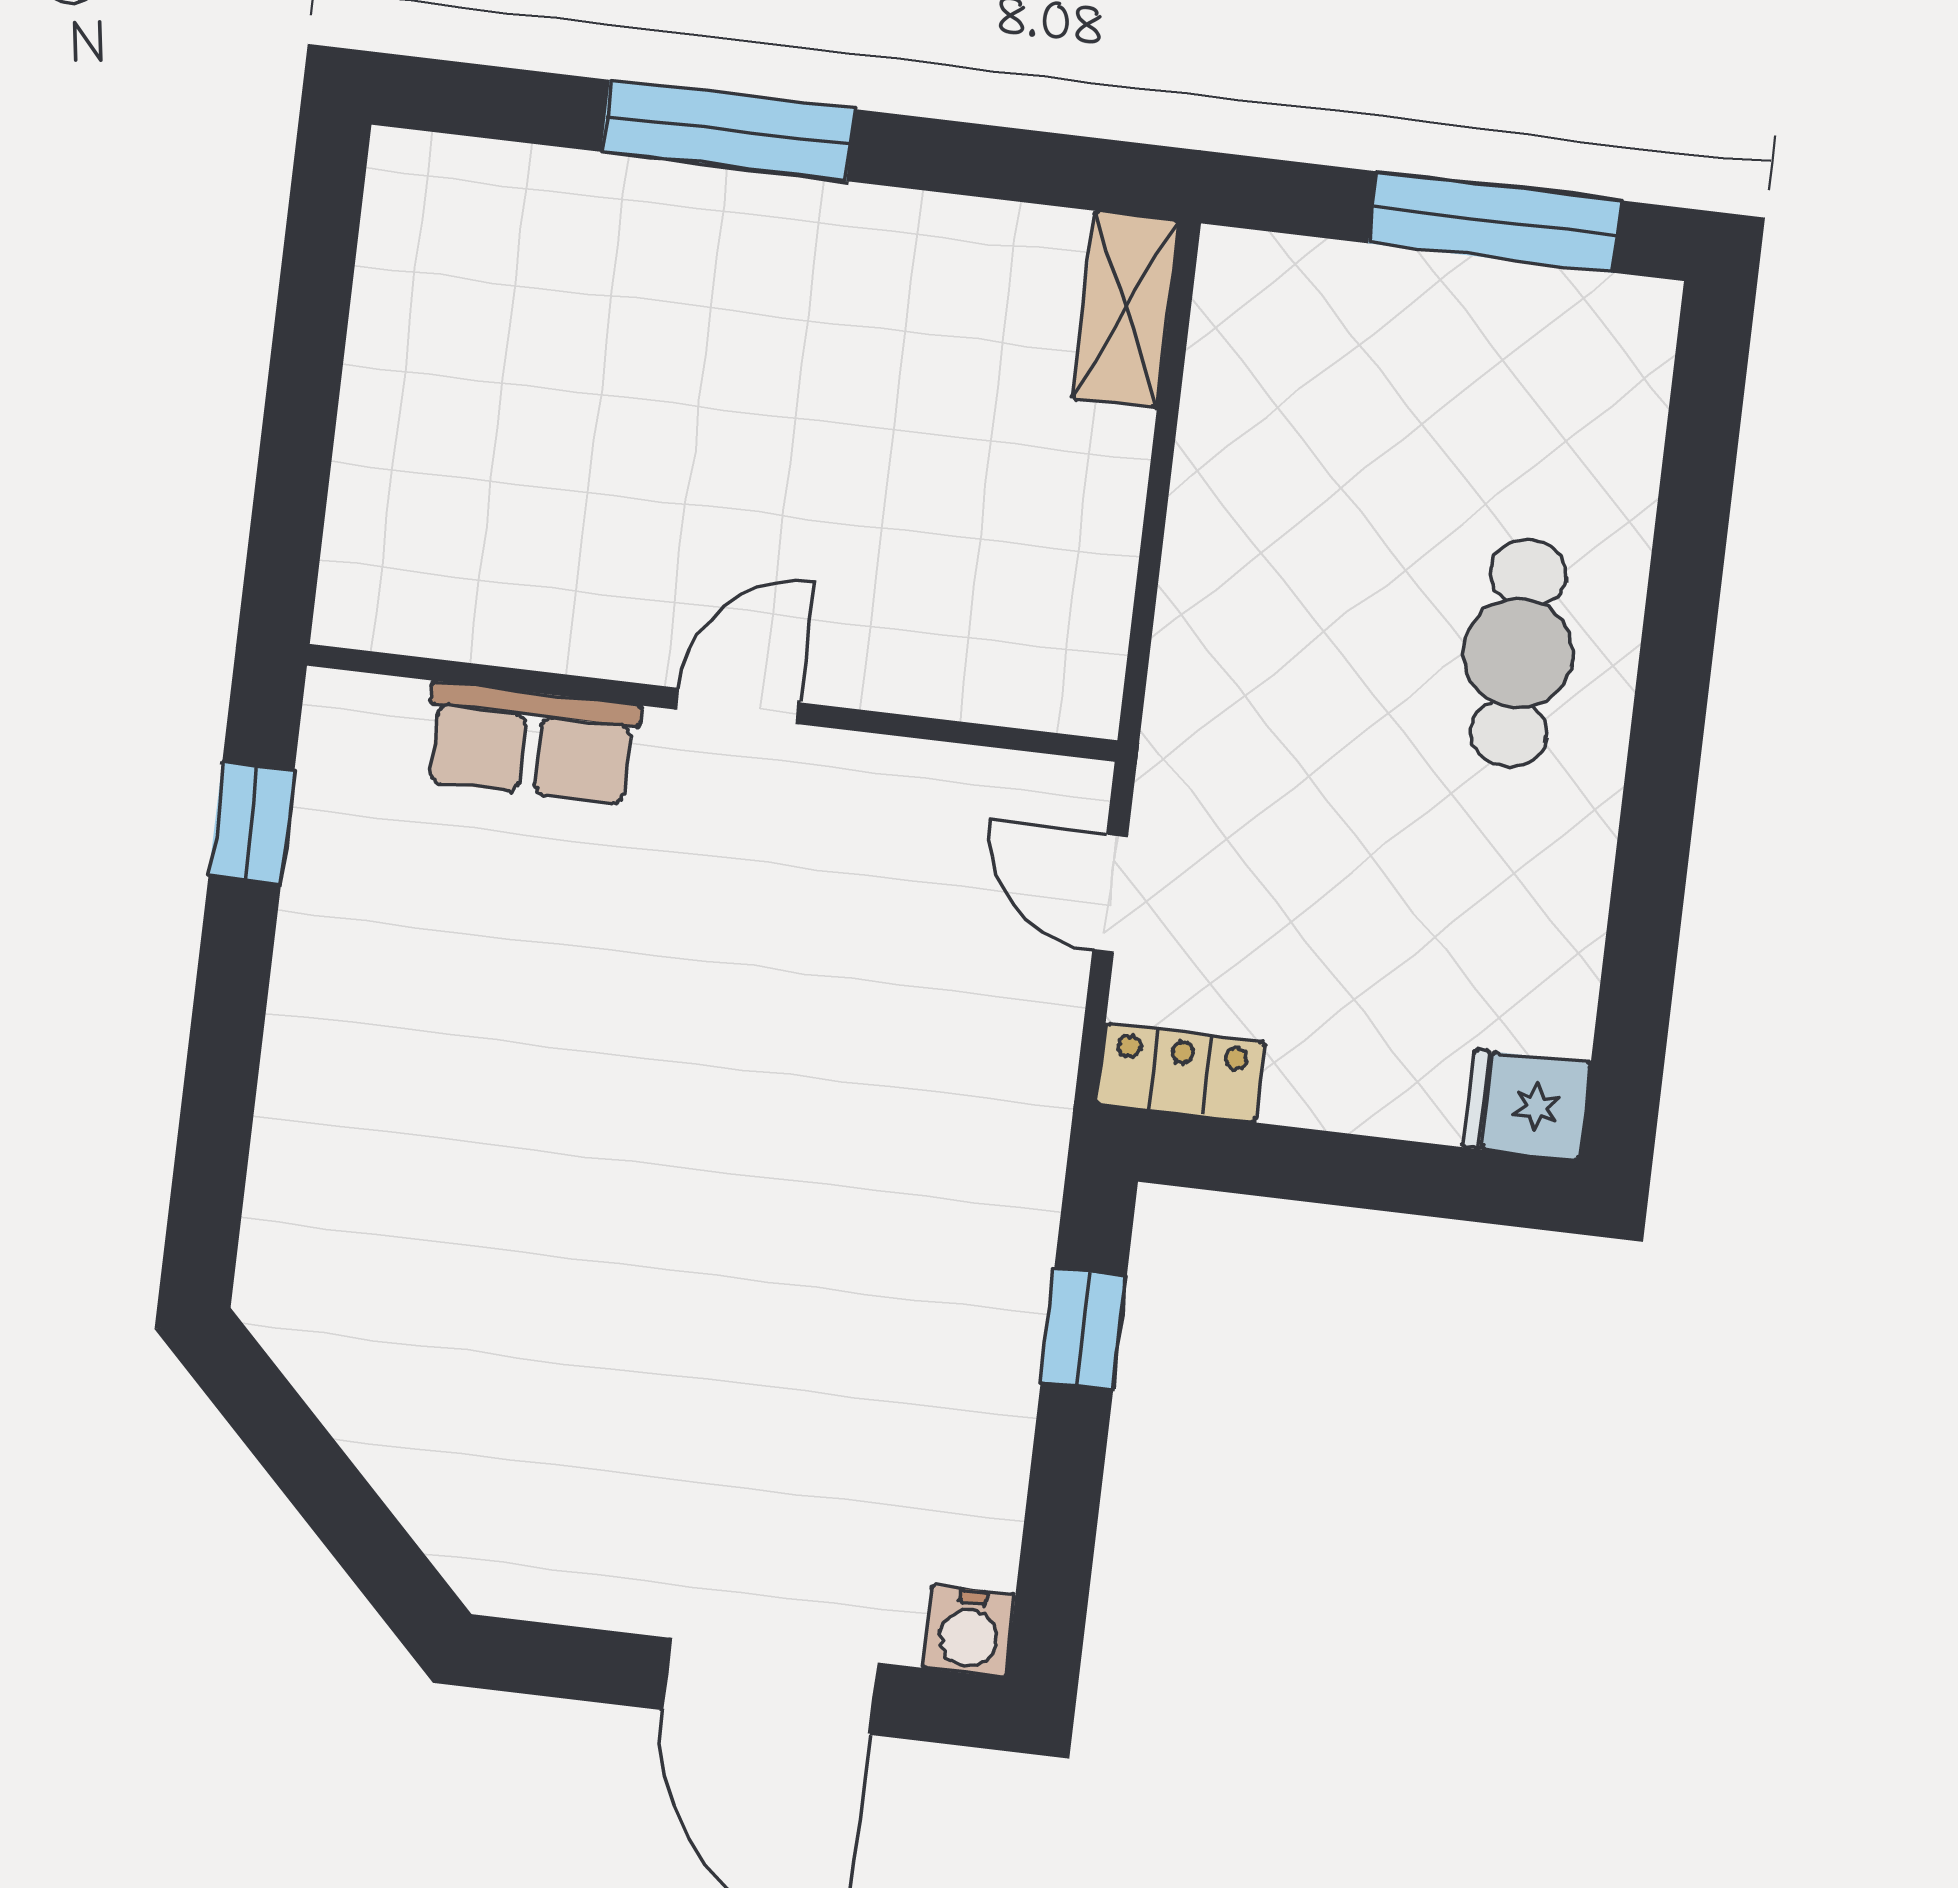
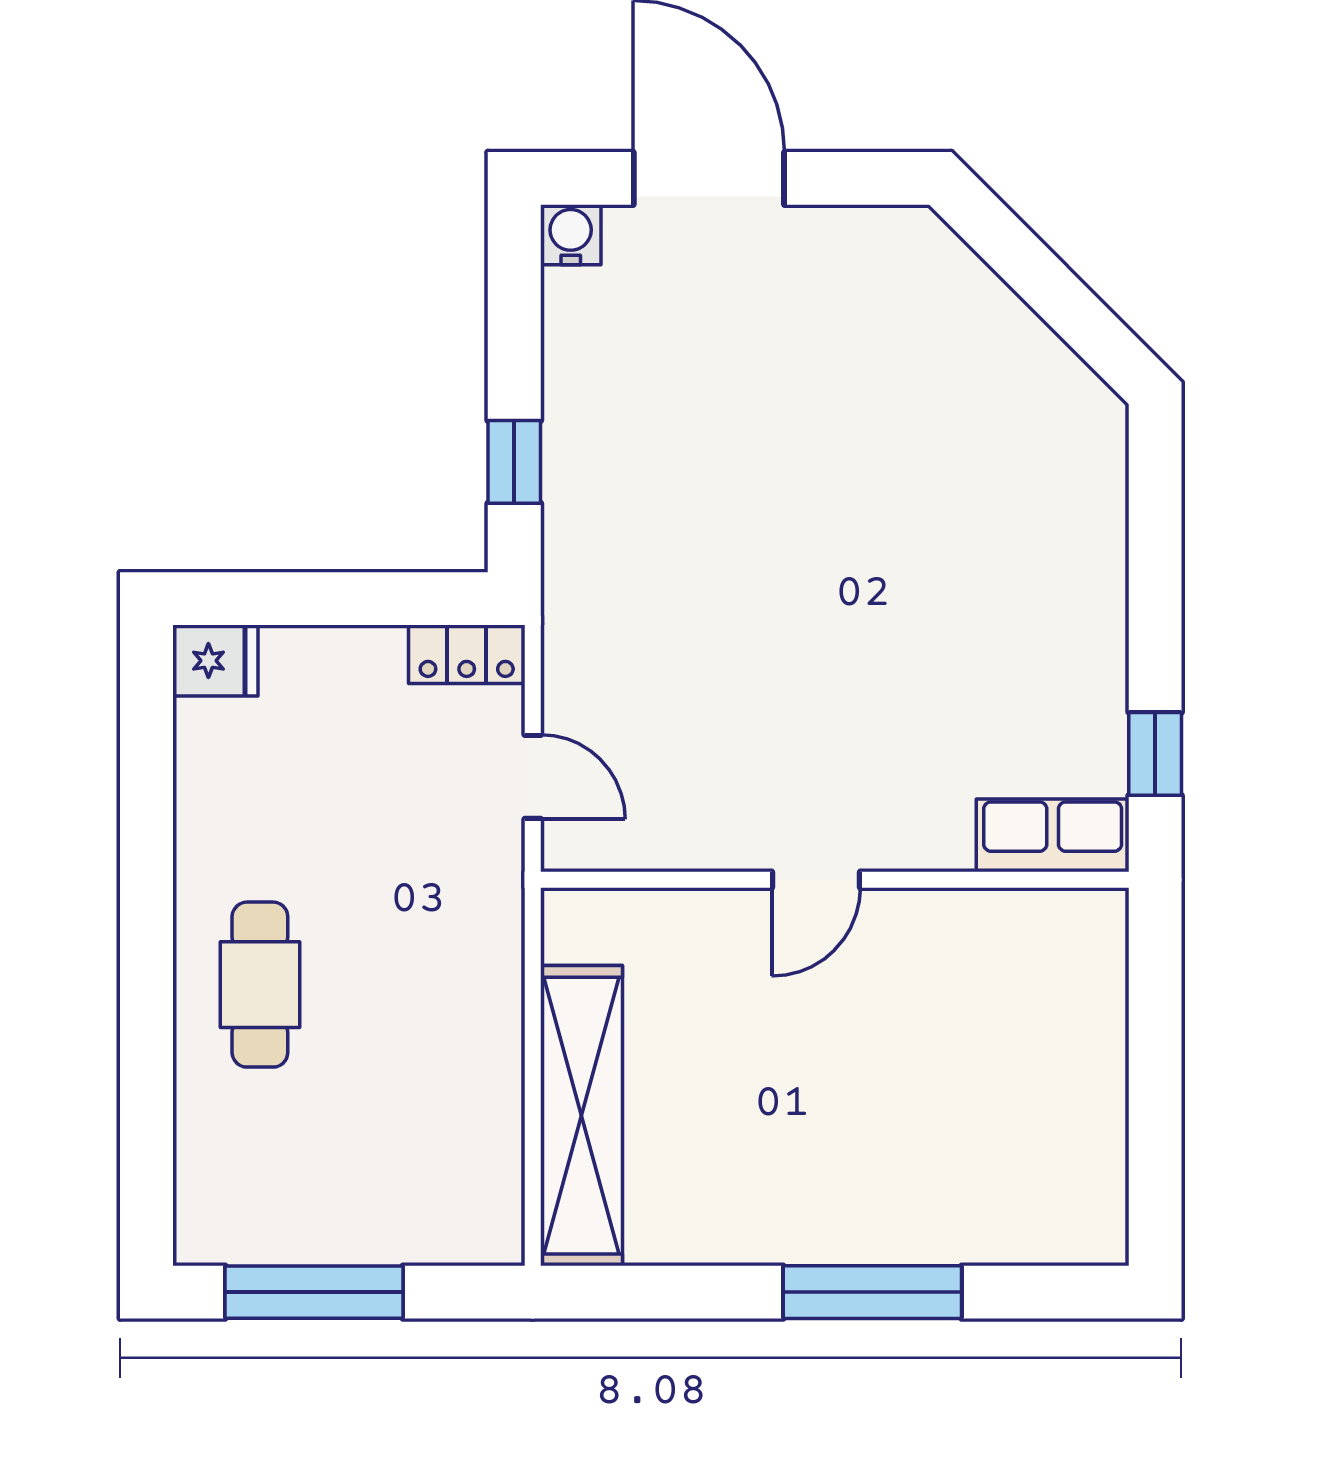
shelving: (1126, 310) -> (582, 1116), width x2.20, depth x1.33
row of seats: (531, 743) -> (1053, 835), moved

